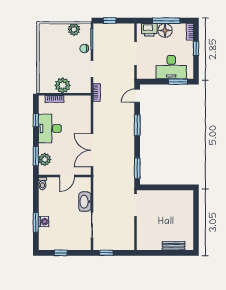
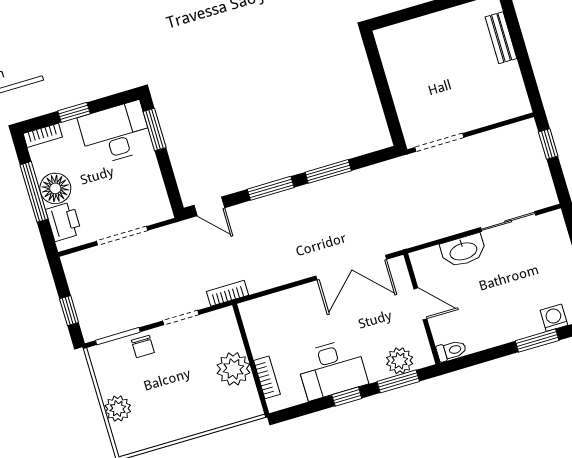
plant: (74, 29) -> (118, 409), moved
desk: (171, 67) -> (115, 133), moved, turned -90
window: (36, 120) -> (347, 397), moved
window: (137, 168) -> (328, 171), moved
washing machine: (44, 222) -> (554, 318), moved
window: (106, 253) -> (548, 144), moved

